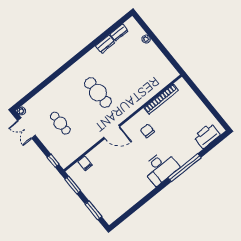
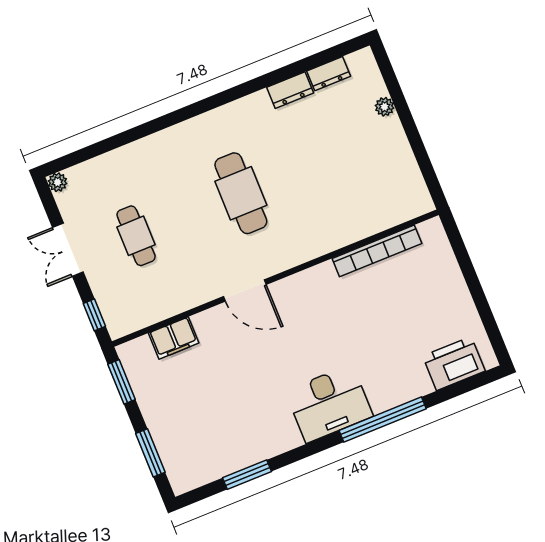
double door: (27, 128) -> (68, 250), moved
chair: (147, 131) -> (325, 312), removed
filing cabinet: (85, 163) -> (174, 338), width x2.00
window: (136, 207) -> (247, 475), added

